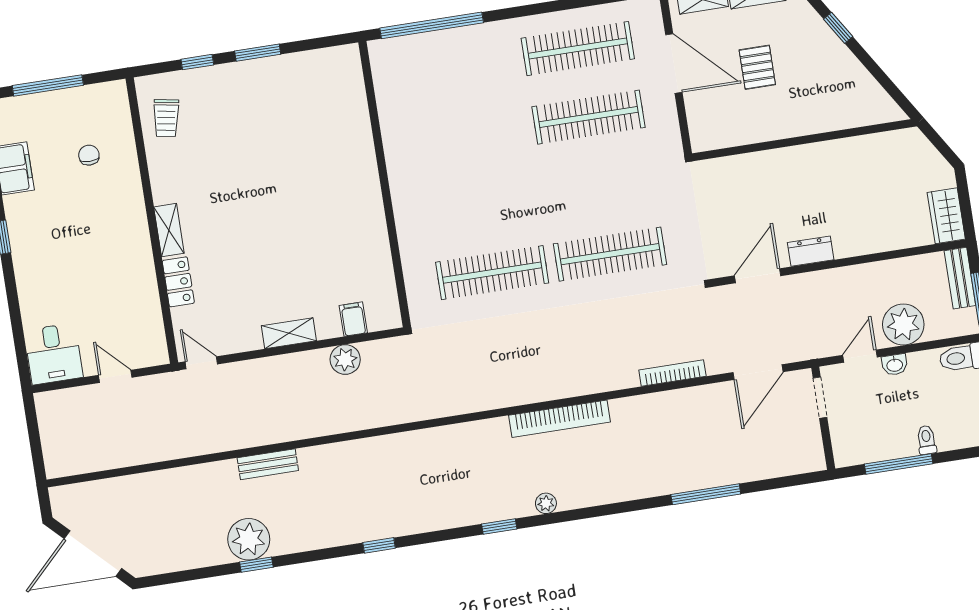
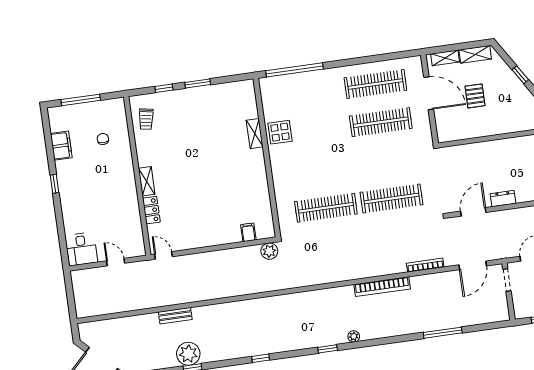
display table: (408, 138) -> (280, 132), added
shelving: (289, 333) -> (255, 134), moved, turned 90
plant: (345, 359) -> (269, 251), moved
bookcase: (559, 419) -> (382, 287), moved
bench: (268, 464) -> (175, 316), moved

